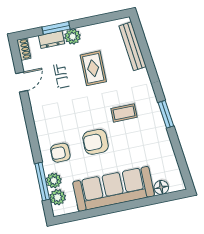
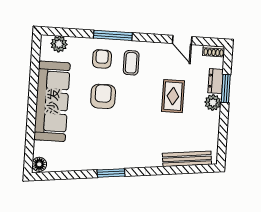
rug: (93, 68) -> (173, 96), moved, turned 90
coffee table: (124, 113) -> (131, 63), moved
plant: (54, 181) -> (76, 45), removed
window: (42, 182) -> (113, 35), moved
floor lamp: (161, 187) -> (39, 164), moved

